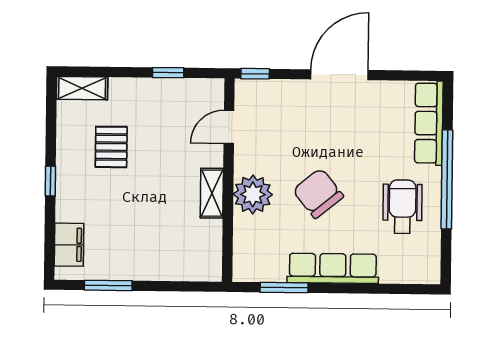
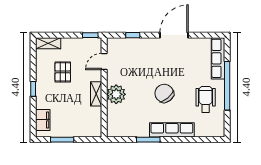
door: (229, 127) -> (104, 61), moved
wall: (228, 180) -> (104, 87), moved
shelving: (212, 193) -> (96, 94), moved
plant: (253, 194) -> (116, 94), moved

